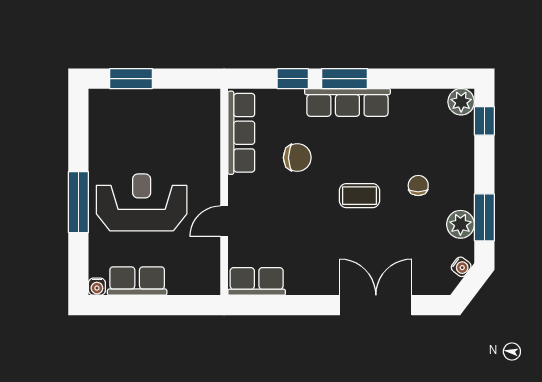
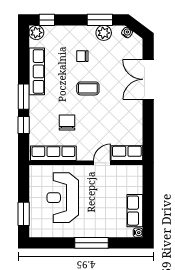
row of seats: (347, 102) -> (37, 71), moved
coffee table: (359, 196) -> (88, 88), turned 90
reception desk: (142, 202) -> (63, 198), moved
door: (224, 221) -> (102, 163), swing flipped
row of seats: (257, 281) -> (127, 153), moved, turned 90

